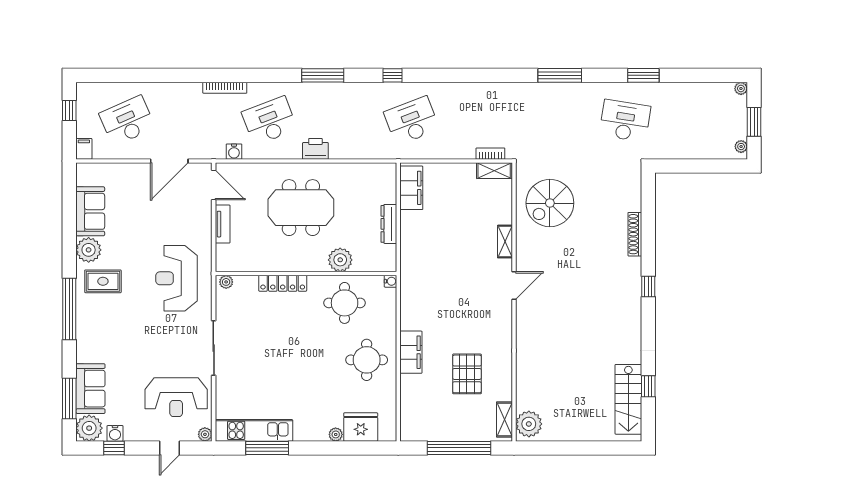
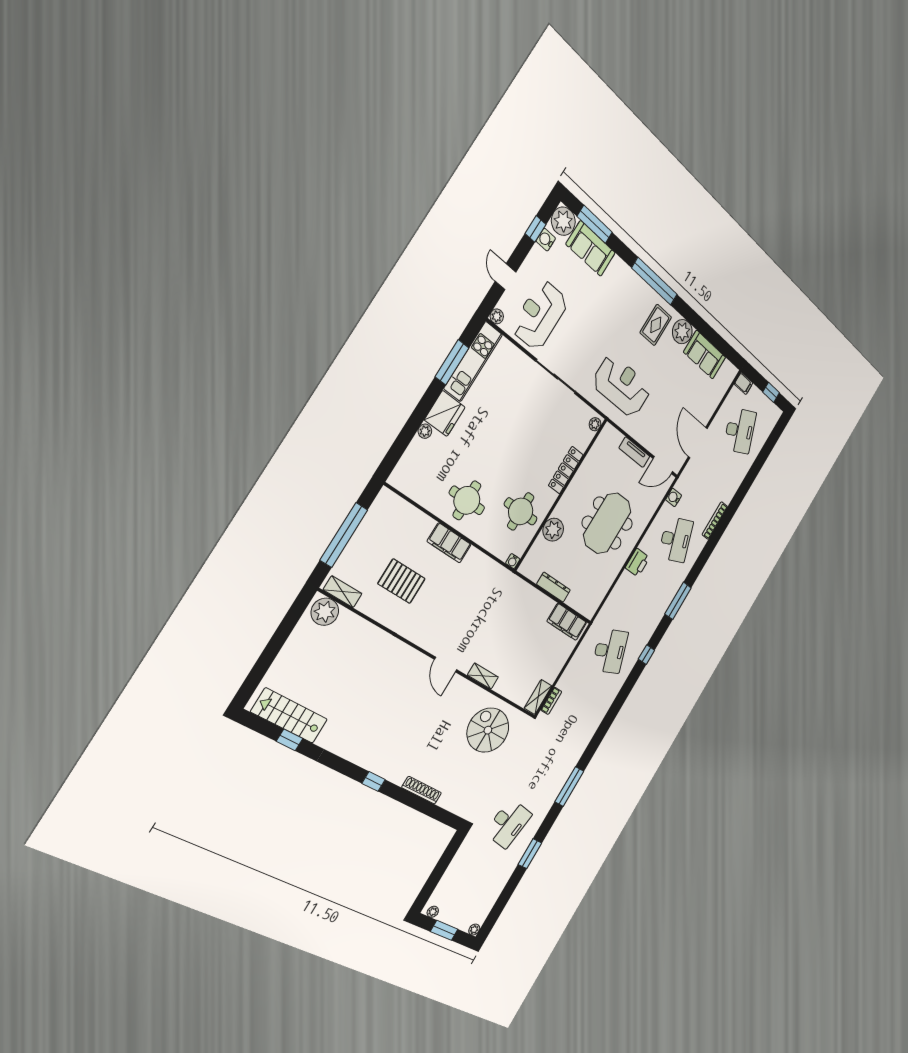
fridge: (361, 427) -> (445, 413), moved

